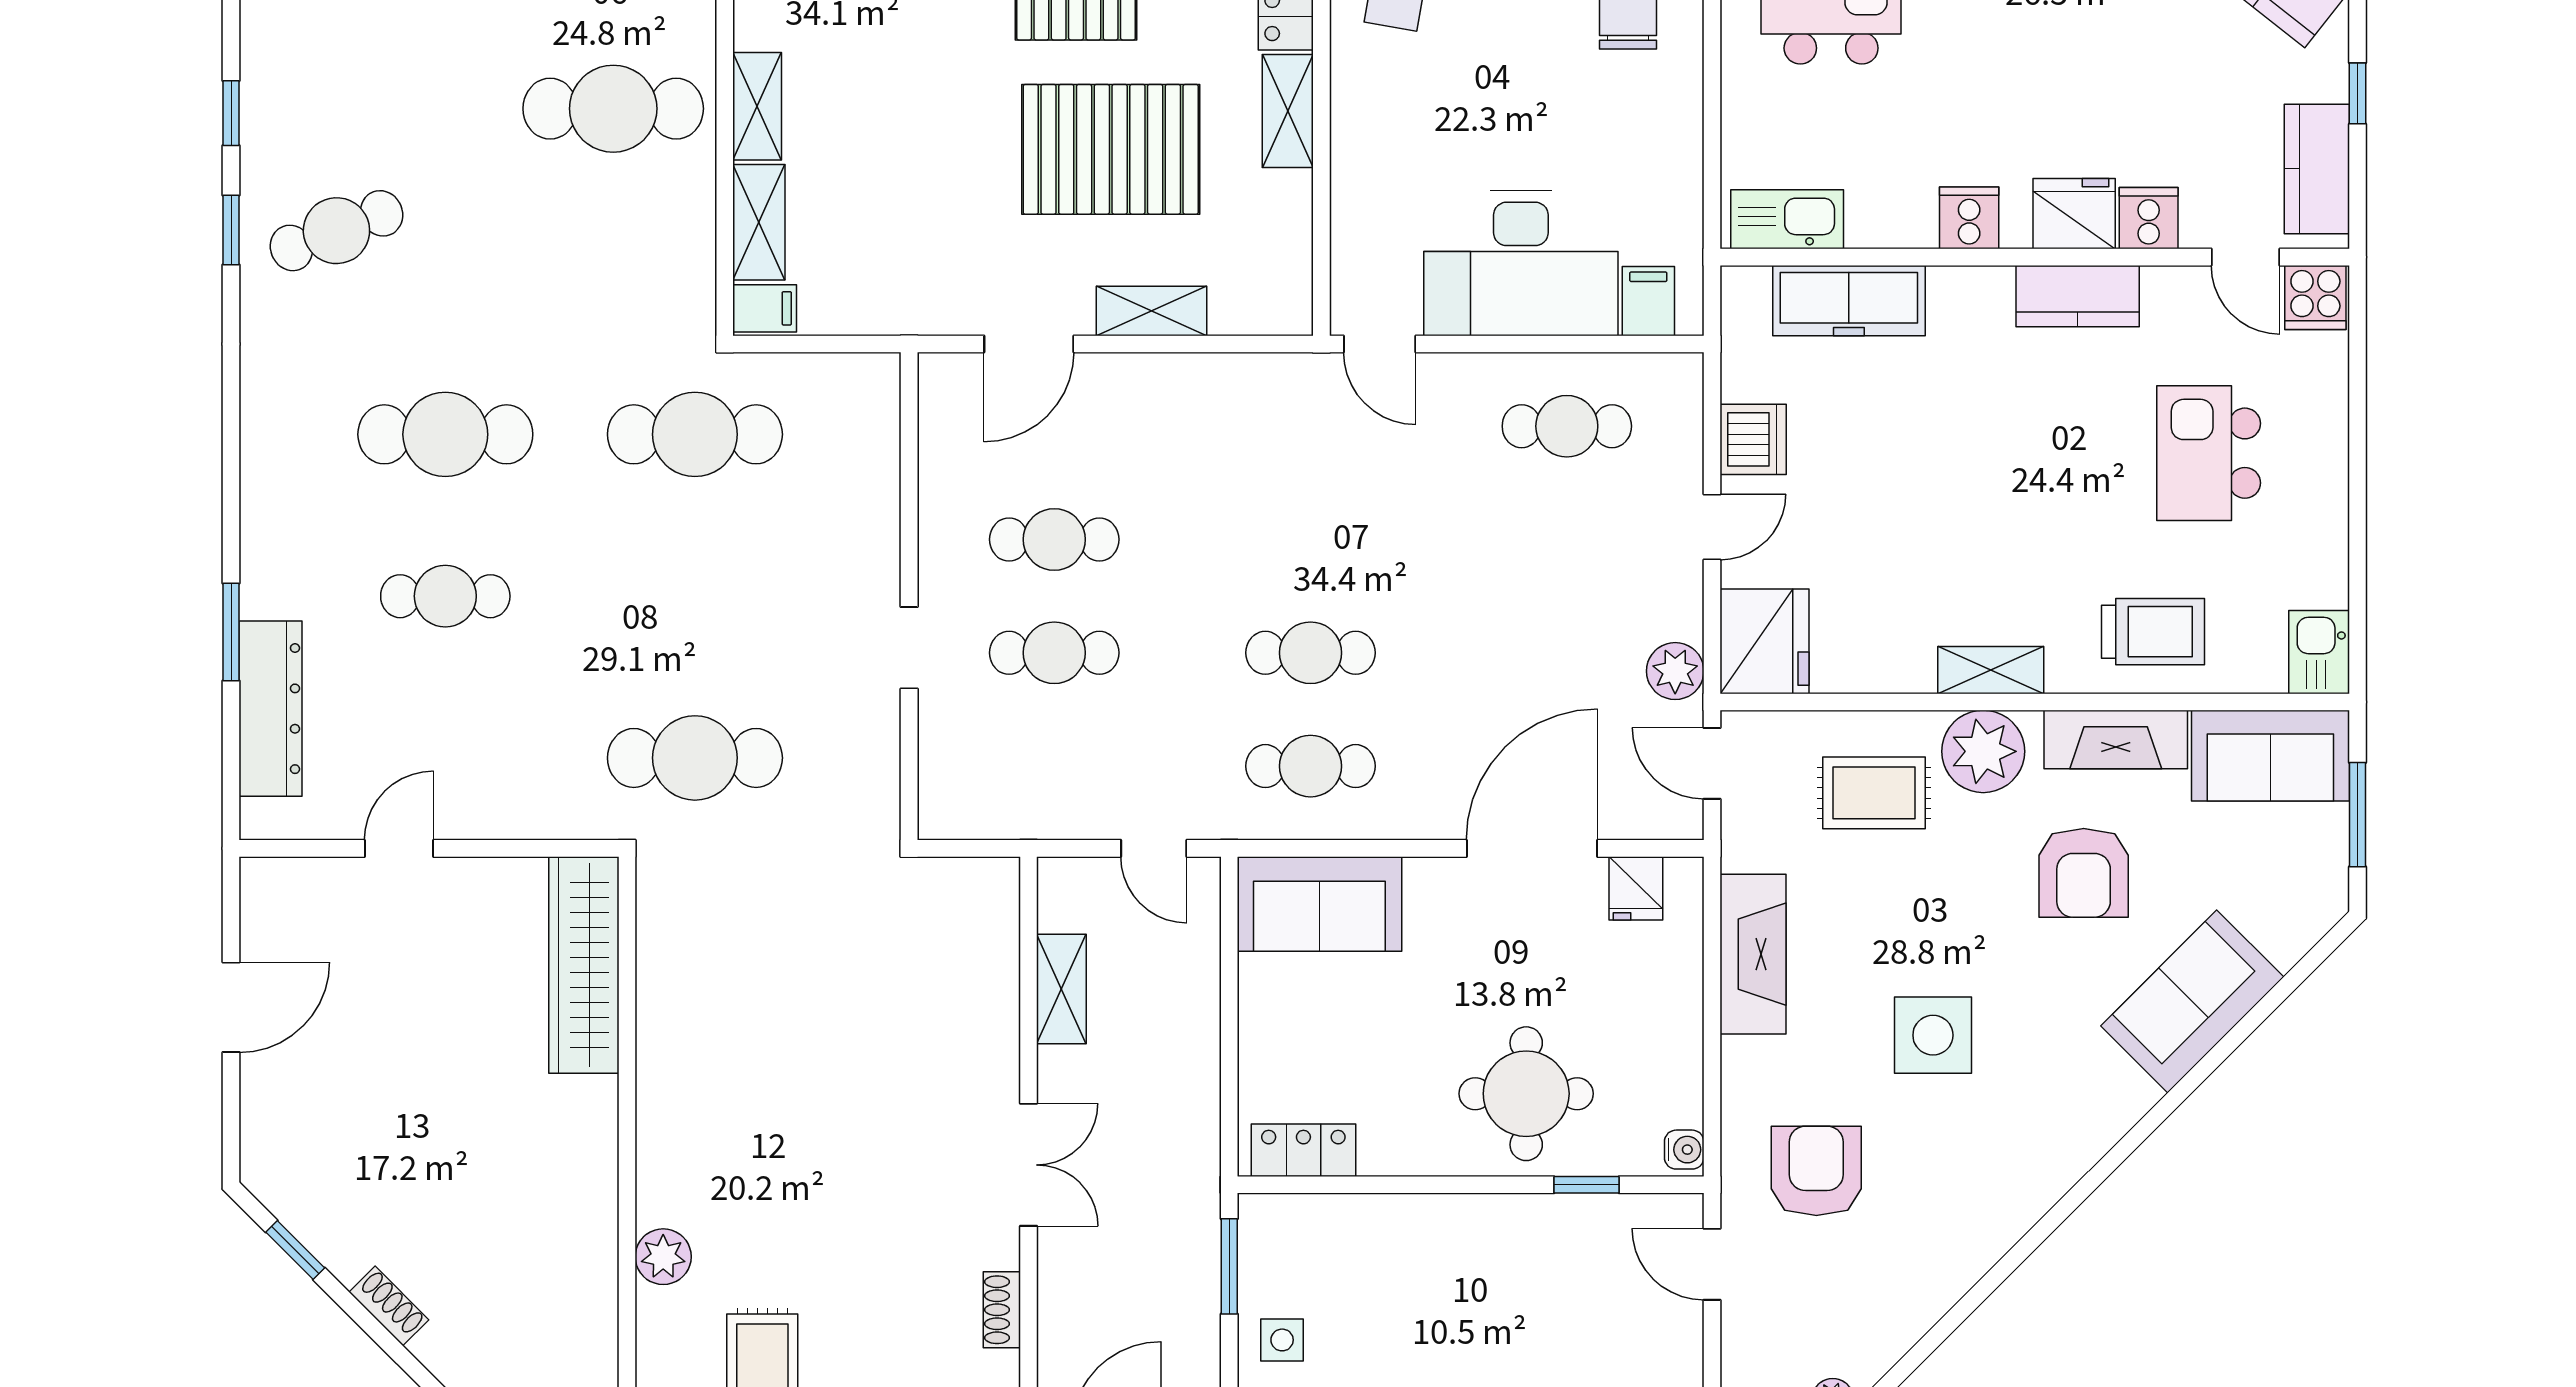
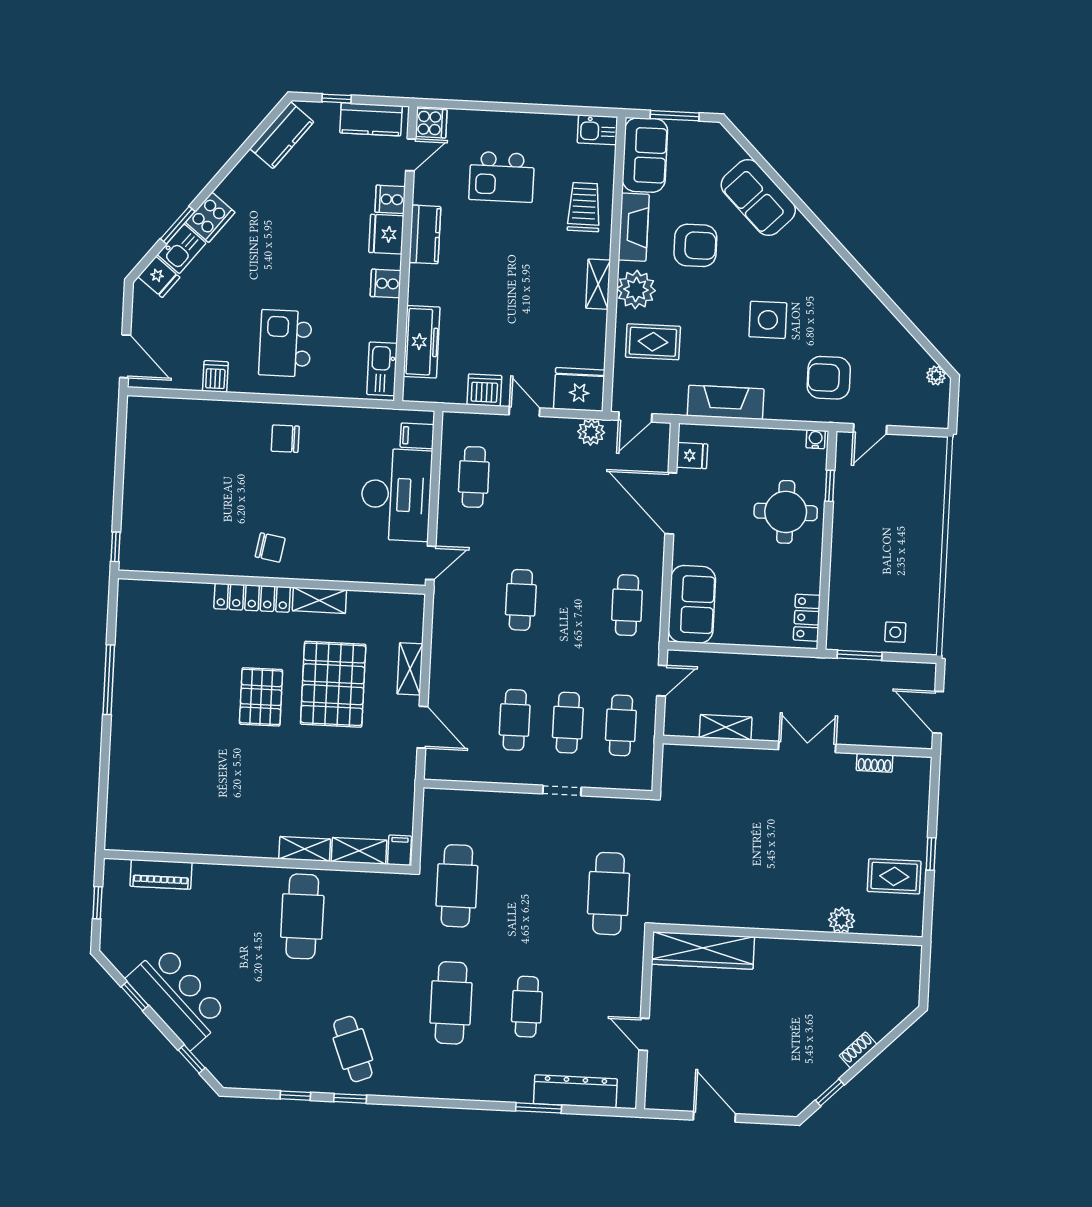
cafe table: (1311, 653) -> (521, 600), moved
cafe table: (1054, 766) -> (621, 725), added
rug: (1874, 793) -> (653, 342), turned 90

